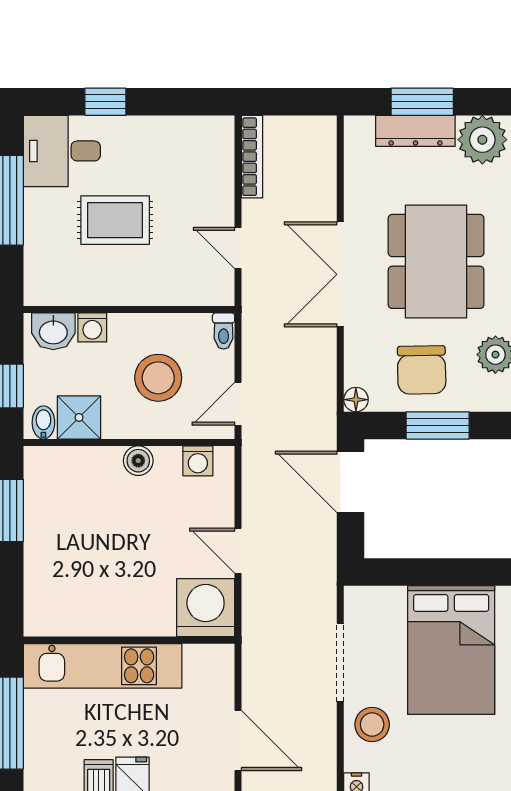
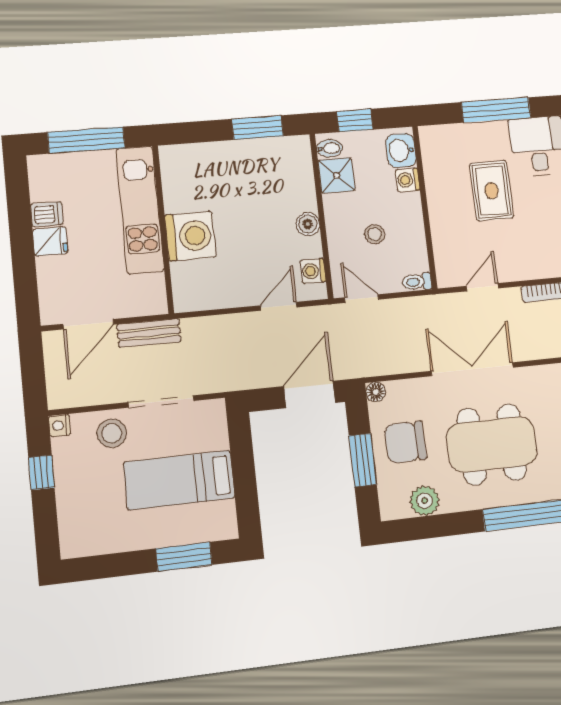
stool: (158, 378) -> (375, 234), width x0.53, depth x0.53
door: (238, 551) -> (279, 306), moved
washing machine: (206, 608) -> (190, 236), moved
bed: (451, 650) -> (179, 480), width x0.67
bench: (256, 669) -> (149, 333), added

